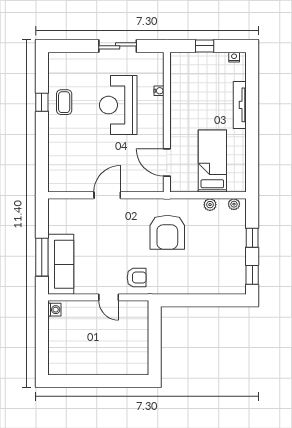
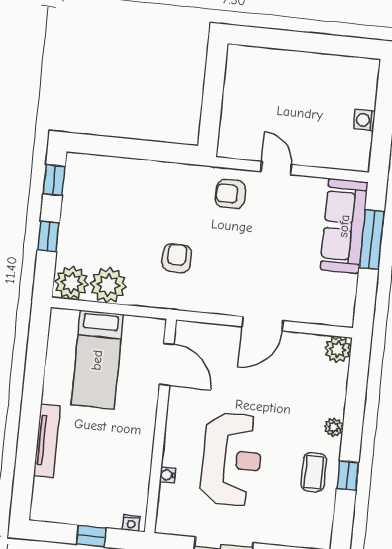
nightstand: (234, 57) -> (131, 523), moved
plant: (54, 133) -> (334, 427), added
plant: (57, 184) -> (338, 349), added
plant: (234, 204) -> (72, 283), width x1.88, depth x1.88
plant: (210, 205) -> (108, 285), width x1.88, depth x1.88
armchair: (167, 232) -> (177, 258), width x0.53, depth x0.53
washing machine: (54, 310) -> (365, 120), moved

